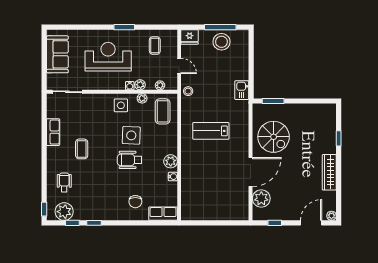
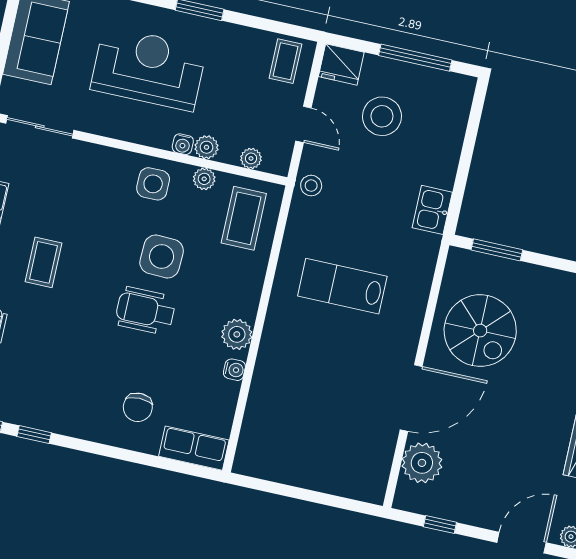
stool: (222, 42) -> (382, 116), moved
coffee table: (155, 45) -> (285, 61), moved

